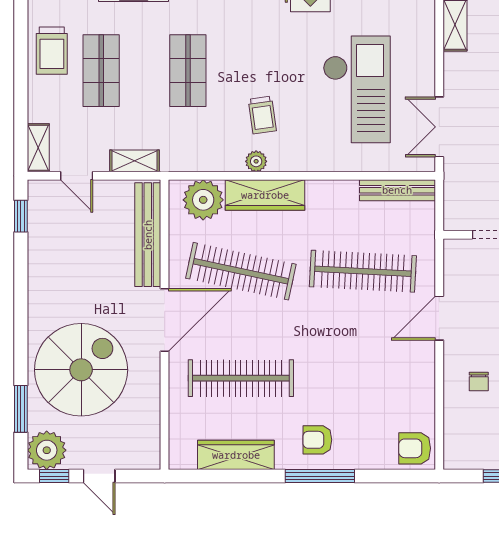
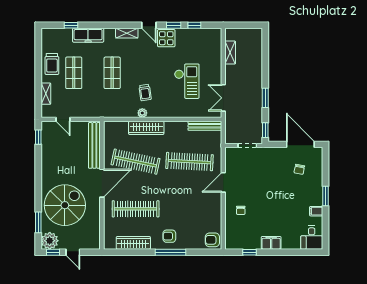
checkout: (357, 89) -> (187, 81), width x0.73, depth x0.83
shelving: (38, 148) -> (46, 94), moved
shelving: (135, 161) -> (89, 113), removed
plant: (203, 200) -> (119, 130), removed

